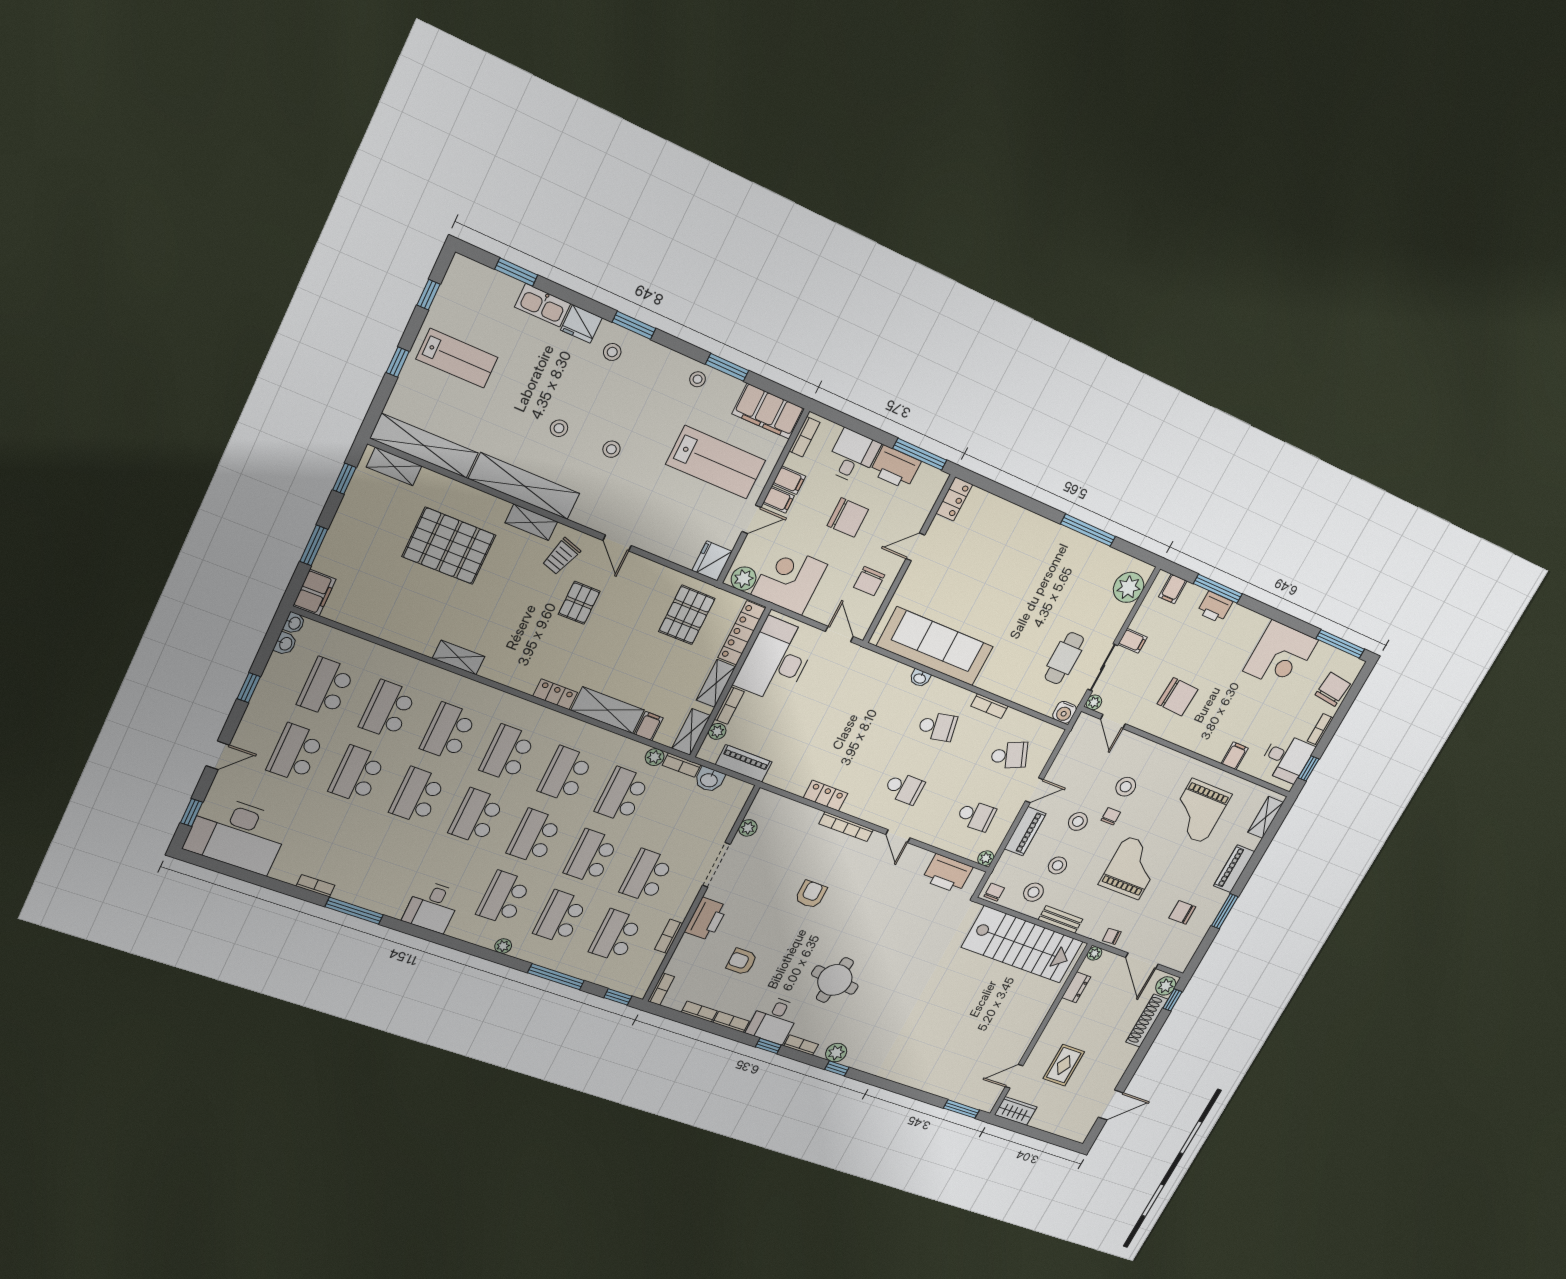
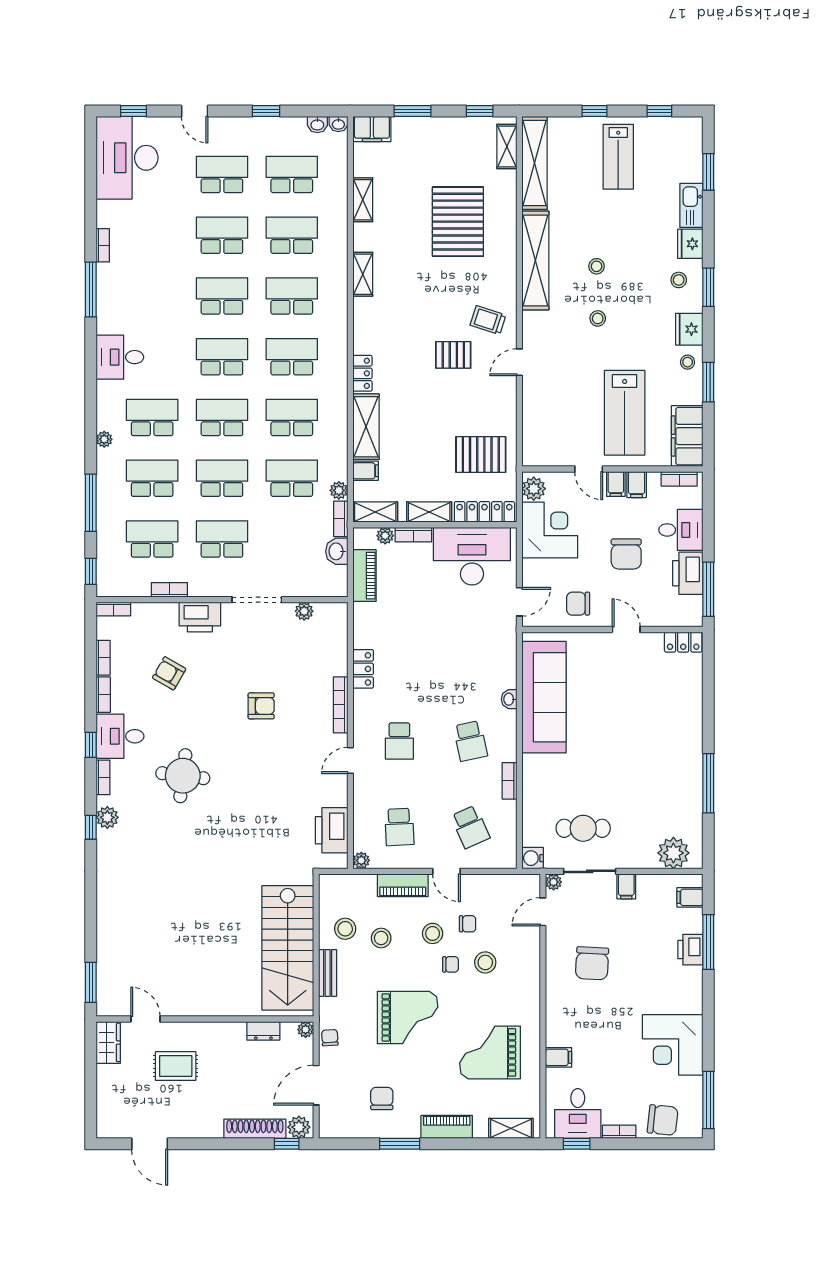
shelving: (531, 522) -> (363, 200), moved
fridge: (712, 561) -> (689, 329), moved, turned -90
chair: (994, 892) -> (468, 924), moved
armchair: (742, 961) -> (169, 673), turned -60

